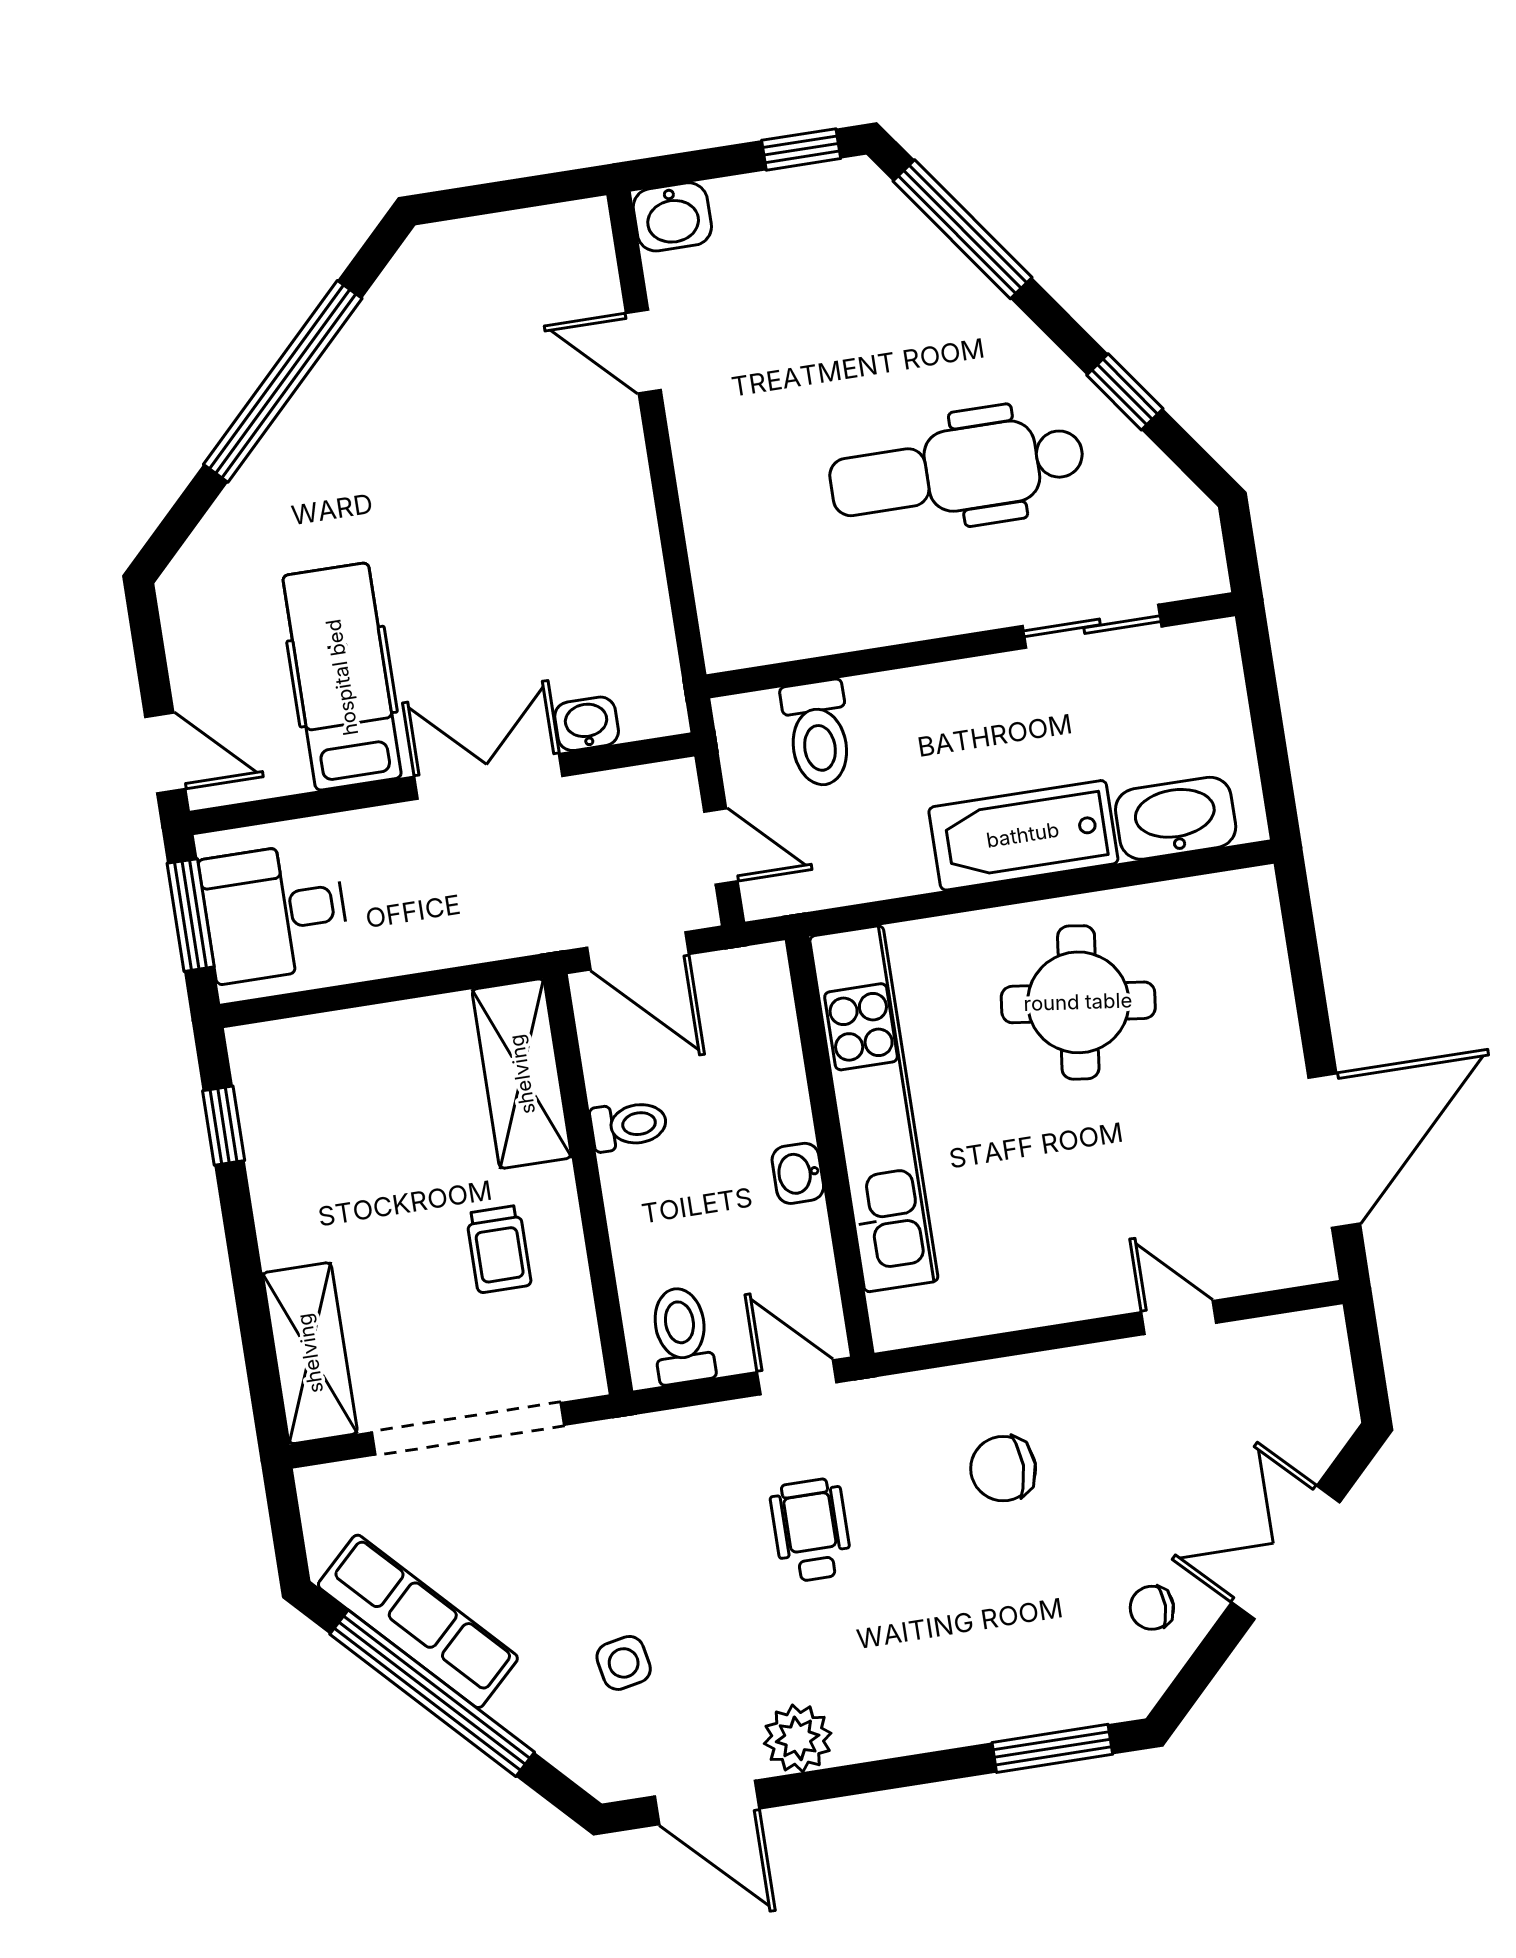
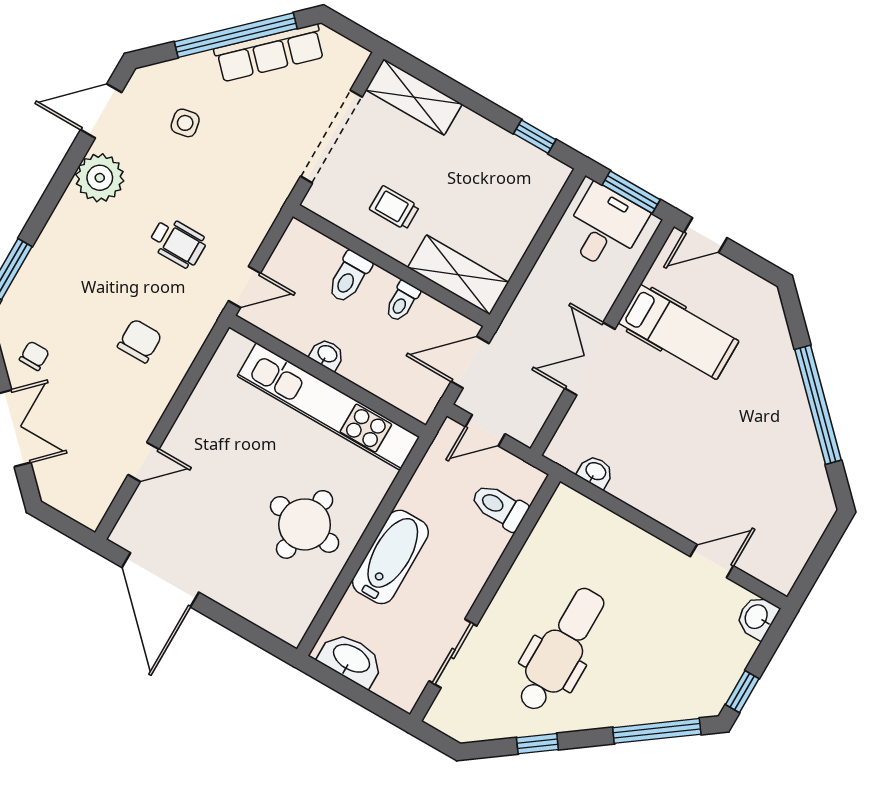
washbasin: (587, 724) -> (595, 472), moved, turned -90
double door: (488, 776) -> (590, 359), swing flipped
washbasin: (1176, 818) -> (351, 659), moved, turned -90
toilet: (681, 1335) -> (349, 277), moved, turned 90
plant: (798, 1738) -> (100, 178), width x1.36, depth x1.36

